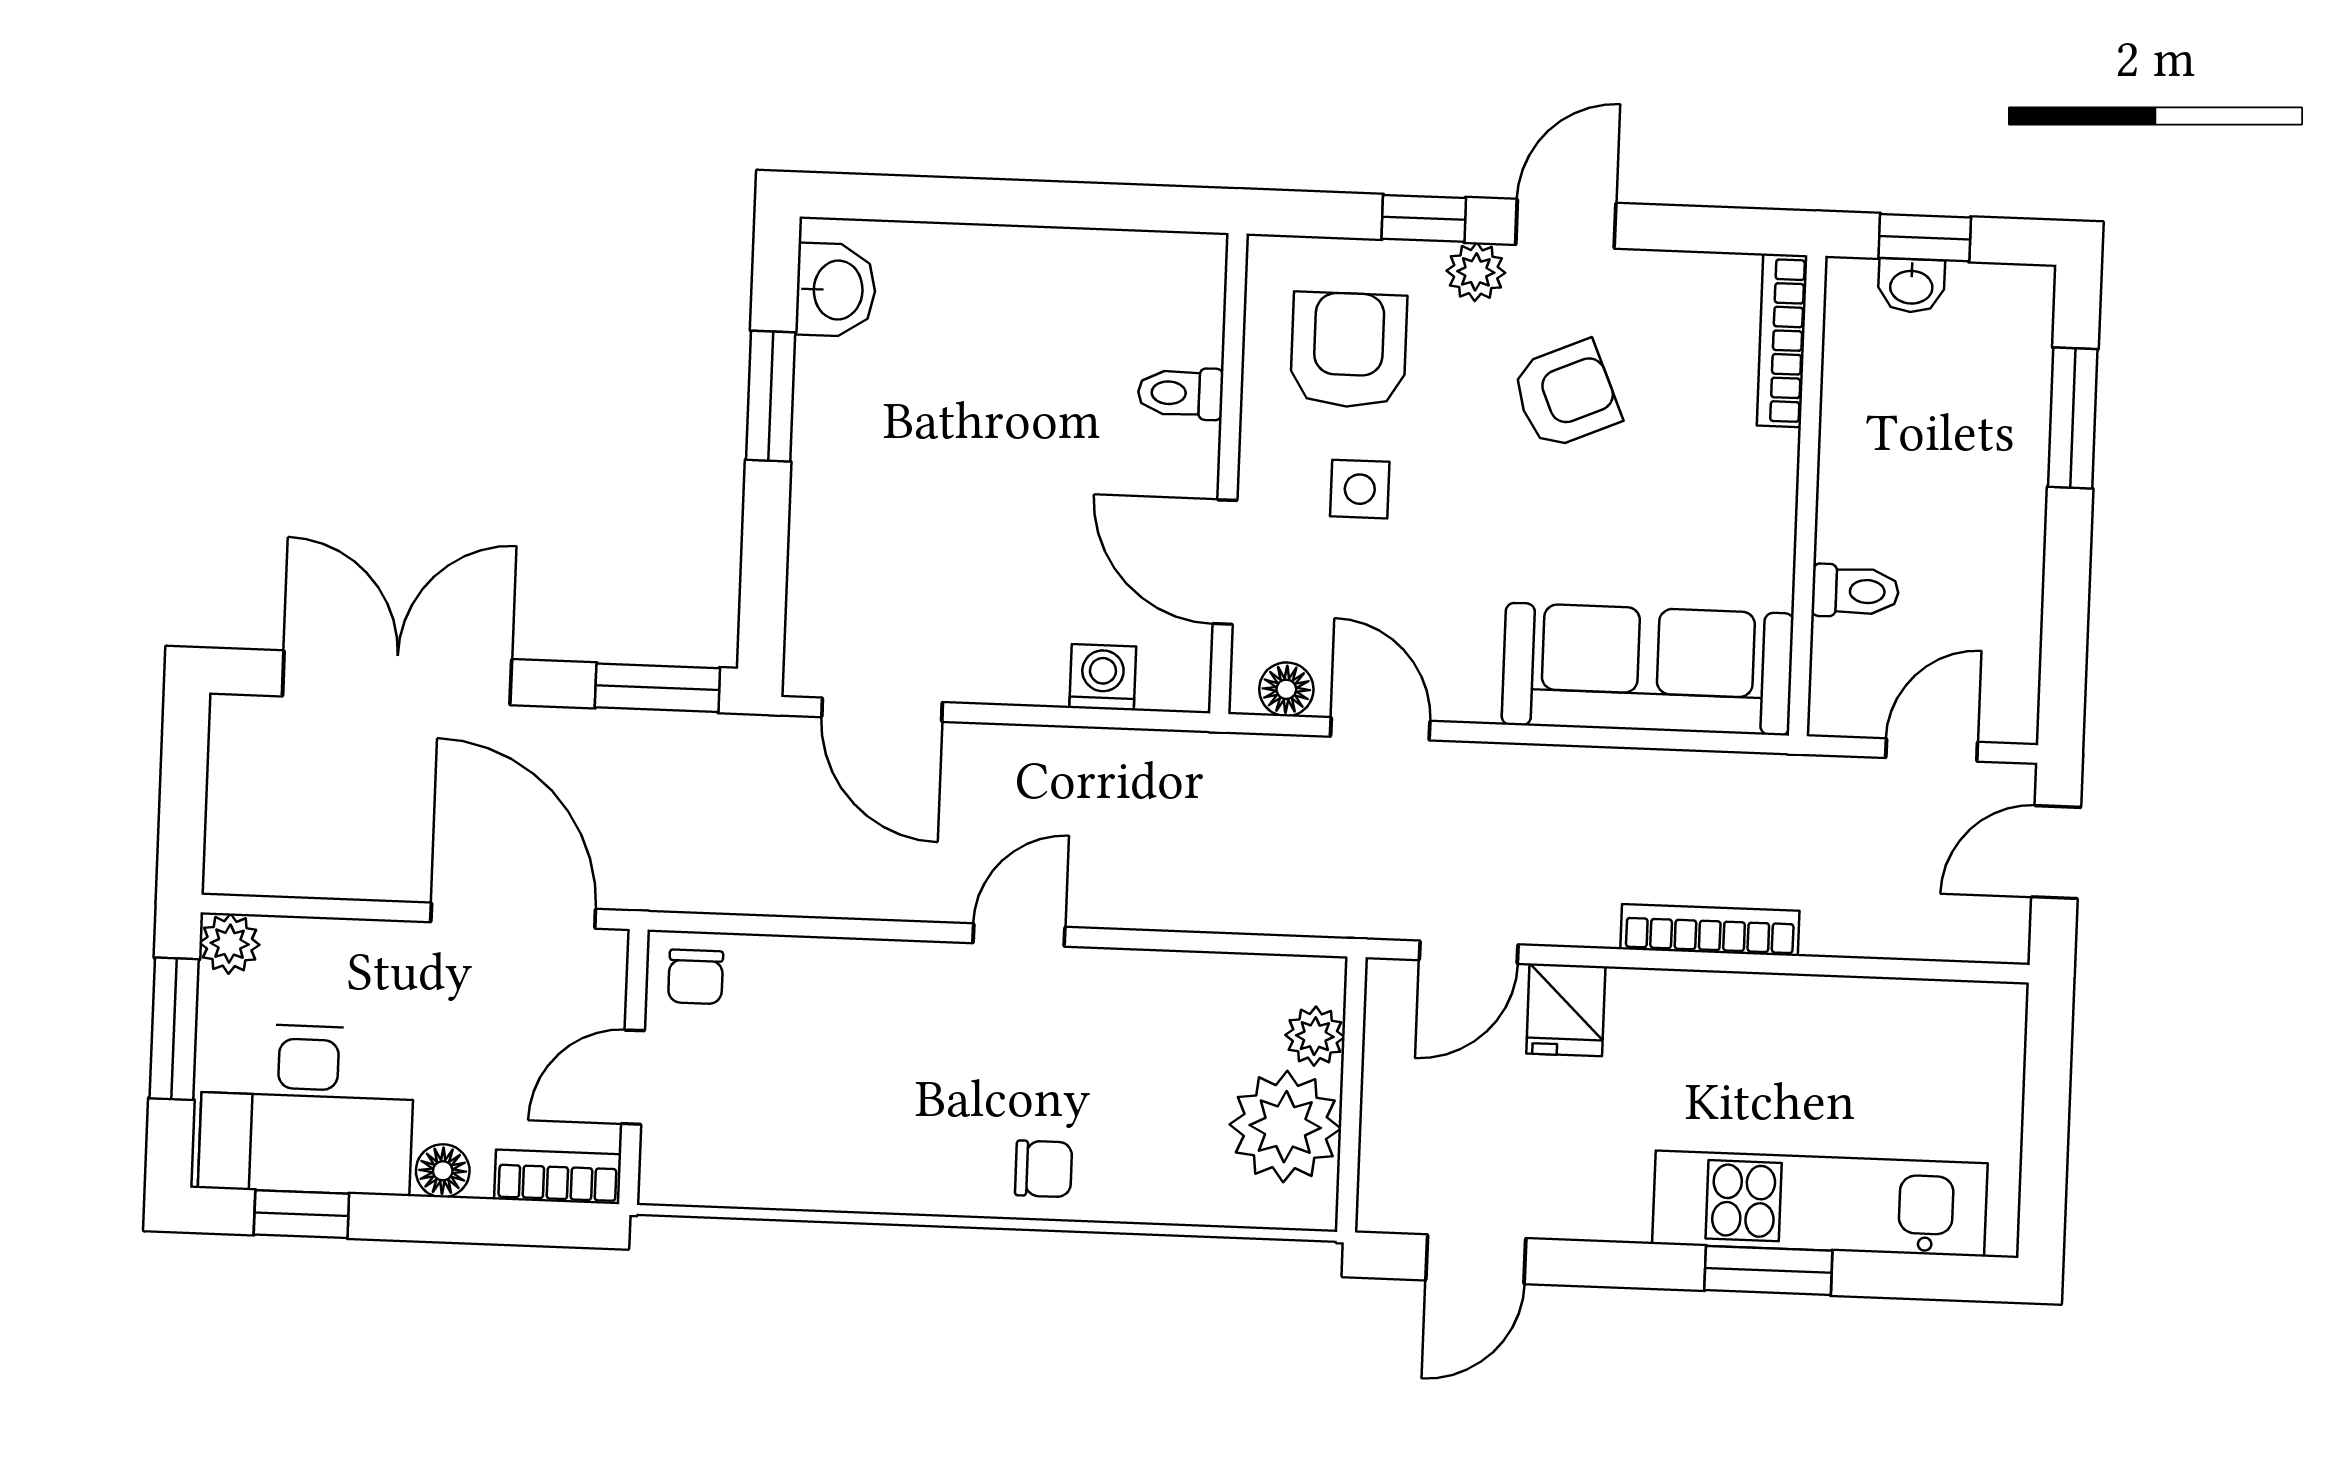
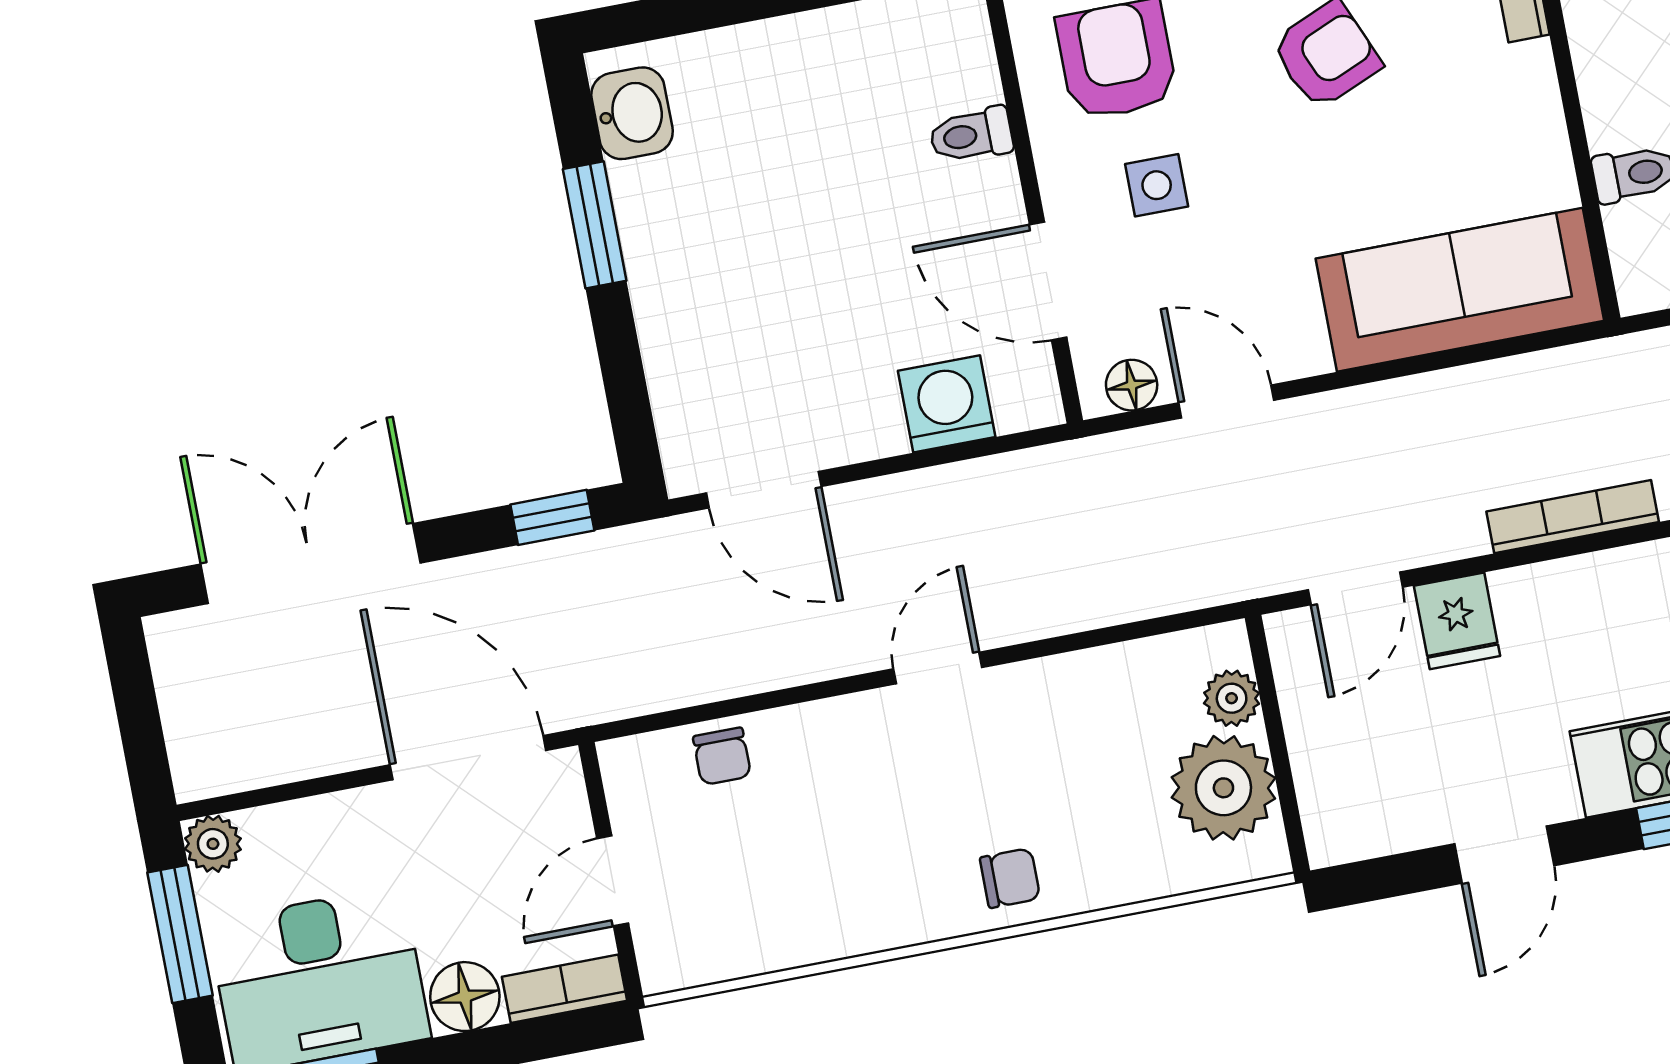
washing machine: (1103, 677) -> (947, 404), width x1.38, depth x1.38
window: (657, 688) -> (552, 517), width x0.67
chair: (696, 977) -> (722, 756), moved
floor lamp: (443, 1171) -> (465, 997), width x1.37, depth x1.37
door: (1476, 1259) -> (1504, 855), moved

